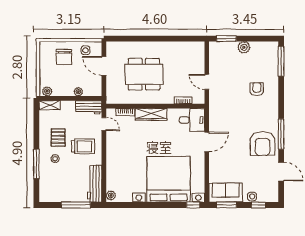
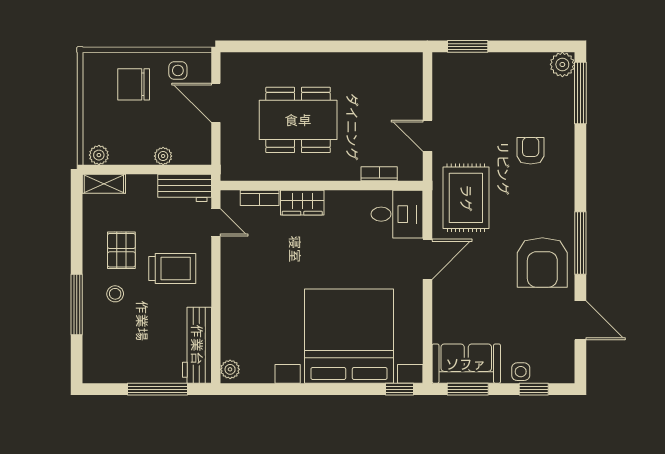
plant: (244, 47) -> (562, 64), moved
chair: (64, 57) -> (134, 84), turned 90
rug: (225, 112) -> (466, 198), added
wardrobe: (151, 114) -> (302, 203), width x0.67

